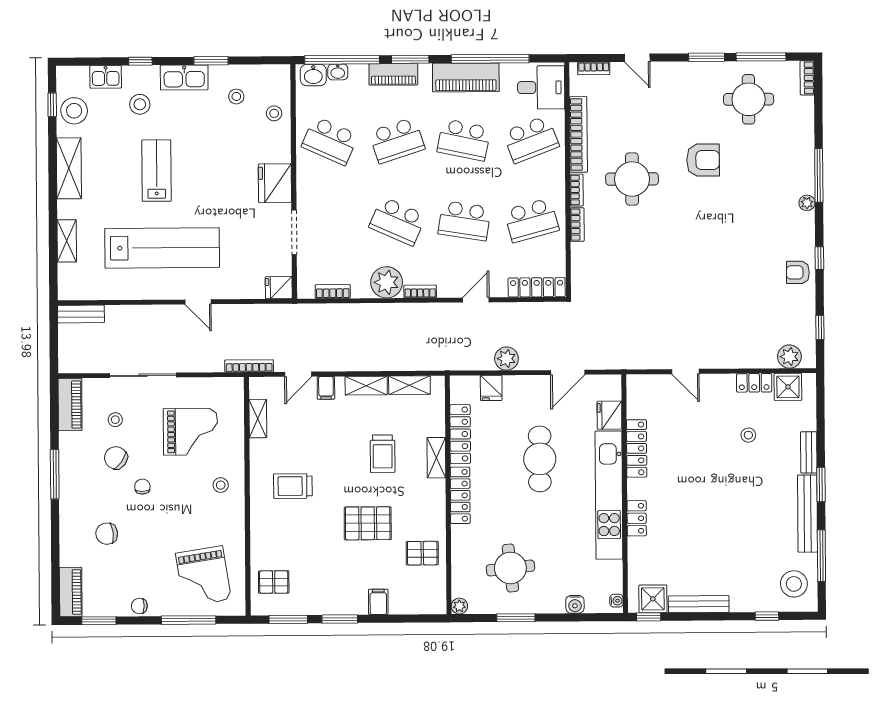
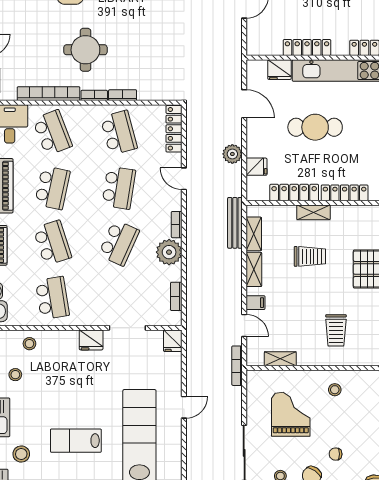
school desk: (330, 141) -> (52, 298), turned -33
fridge: (275, 183) -> (91, 340), width x0.73, depth x0.75
bench: (423, 362) -> (235, 223), added

